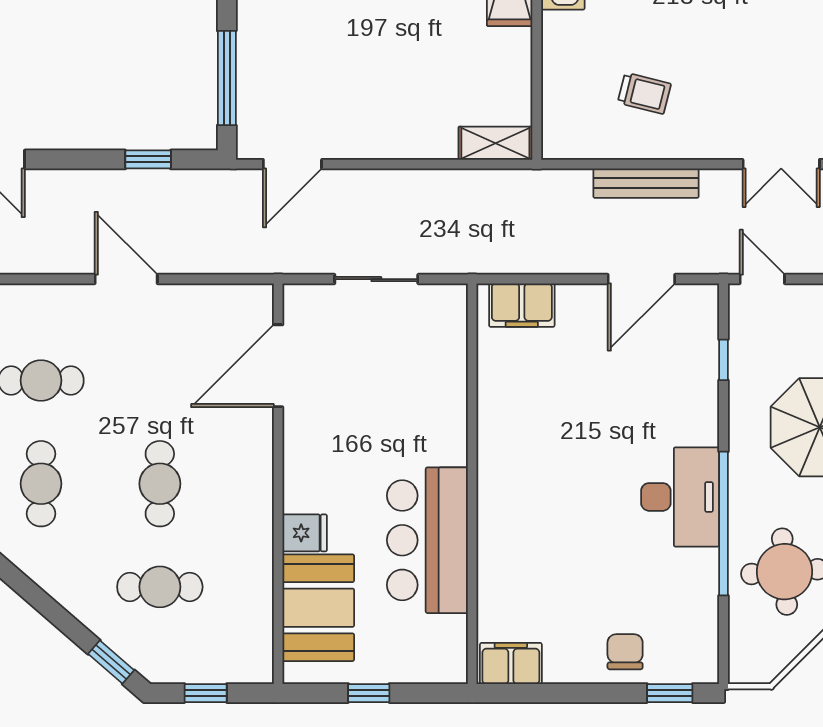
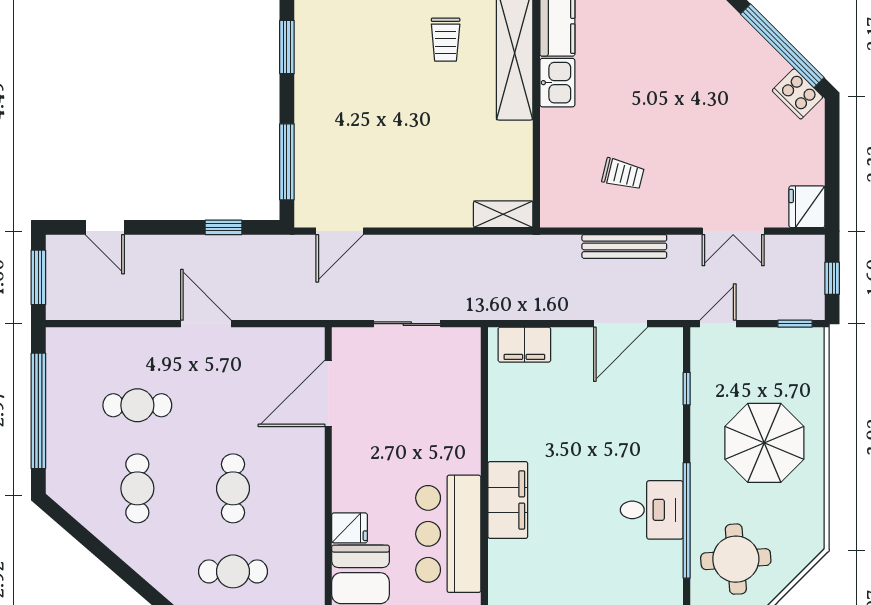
door: (762, 279) -> (718, 324), hinge flipped
desk: (680, 497) -> (652, 510), width x0.73
filing cabinet: (501, 498) -> (508, 500), added

